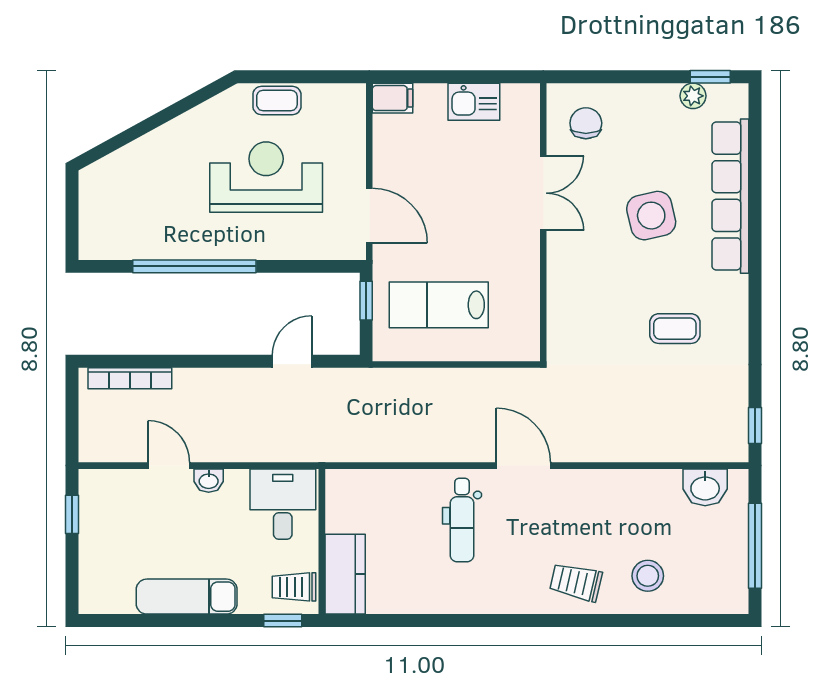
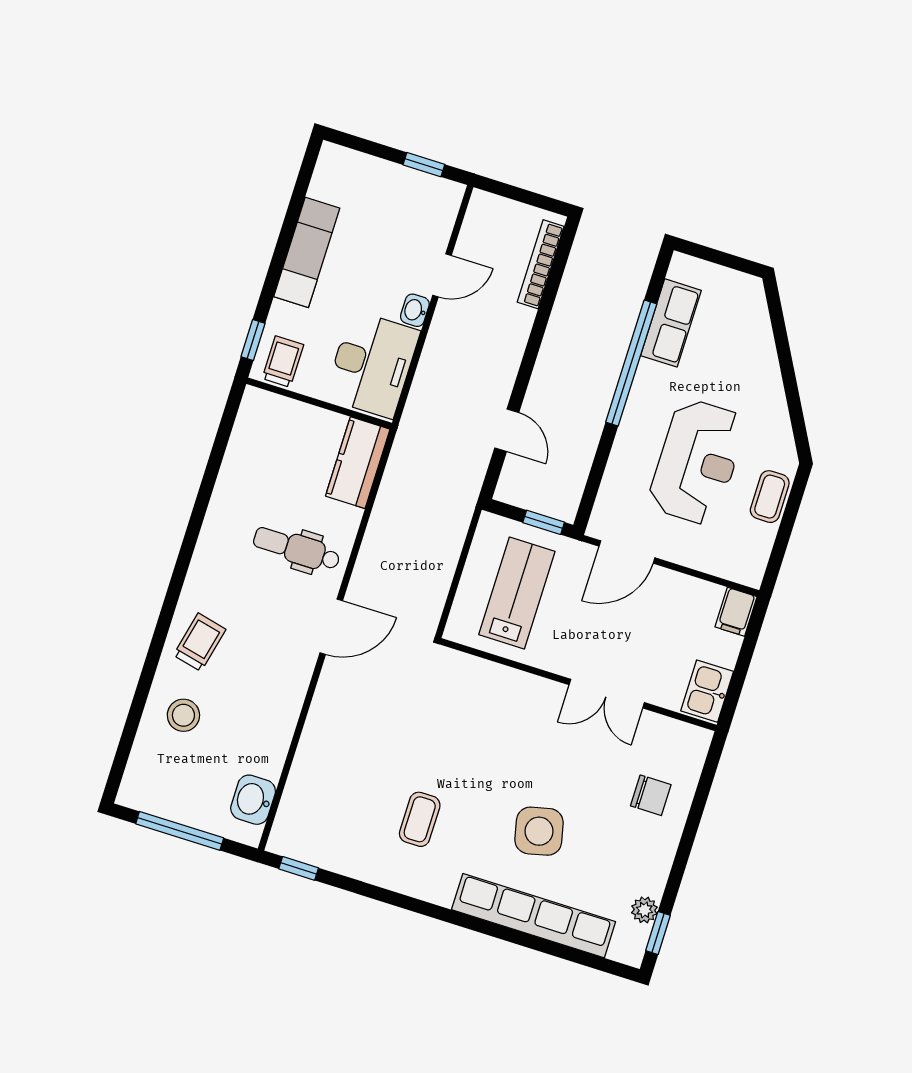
double door: (543, 193) -> (607, 694), moved
wall: (543, 222) -> (578, 685), moved
row of seats: (146, 242) -> (671, 323), added
desk: (283, 504) -> (372, 364), width x1.37
kitchen counter: (345, 574) -> (358, 463), moved, turned 90

